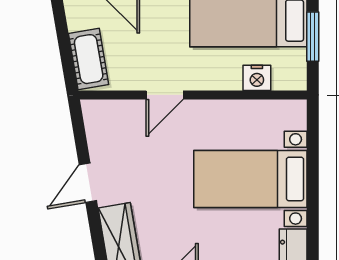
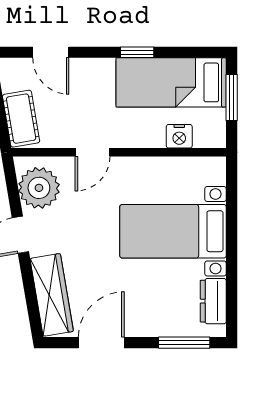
plant: (108, 133) -> (39, 188), added

